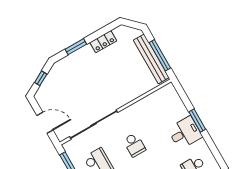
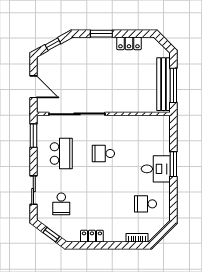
school desk: (134, 145) -> (103, 154), turned 90

